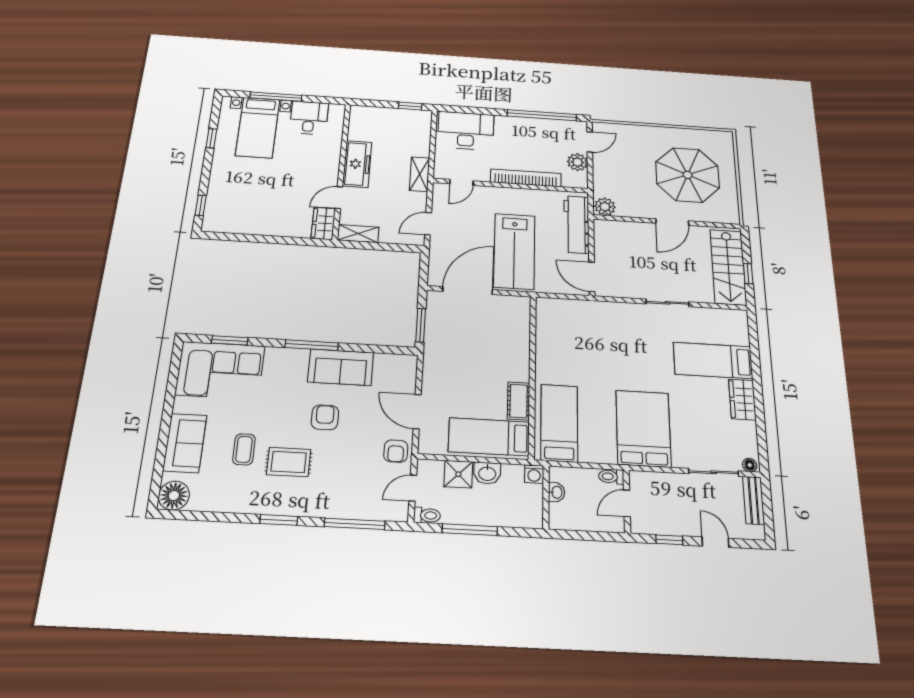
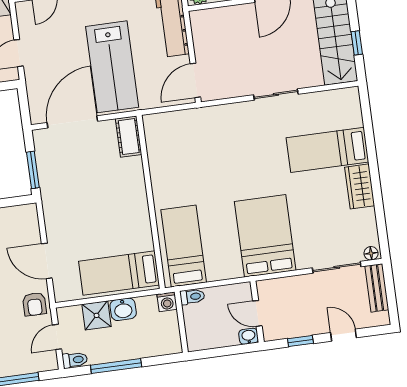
door: (592, 277) -> (195, 80), hinge flipped
cot: (519, 401) -> (129, 137), moved
toilet: (611, 477) -> (192, 297), moved, turned 180
washbasin: (557, 492) -> (249, 336), moved, turned -90
door: (627, 503) -> (257, 313), hinge flipped

